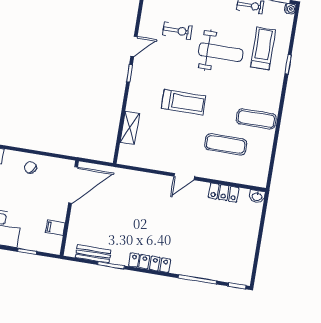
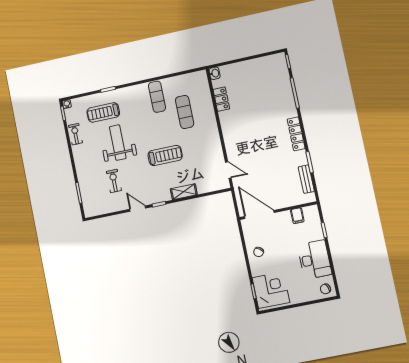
treadmill: (184, 102) -> (165, 155), turned 90
shelving: (130, 128) -> (184, 192), moved
door: (184, 177) -> (228, 170), moved

